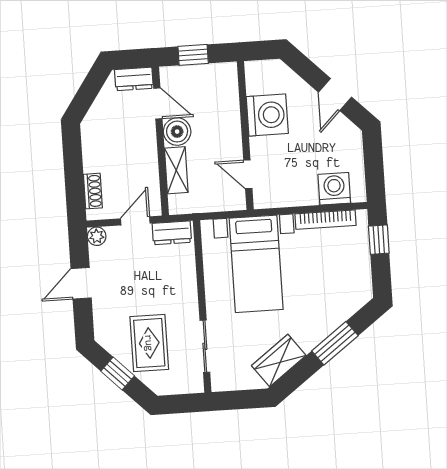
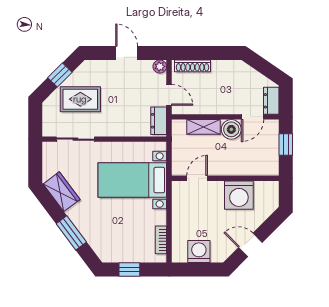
washing machine: (334, 189) -> (199, 252), moved, turned -90
shoe rack: (93, 191) -> (193, 66), width x1.43
bookcase: (325, 220) -> (161, 240), width x0.64
window: (379, 240) -> (129, 269), moved

